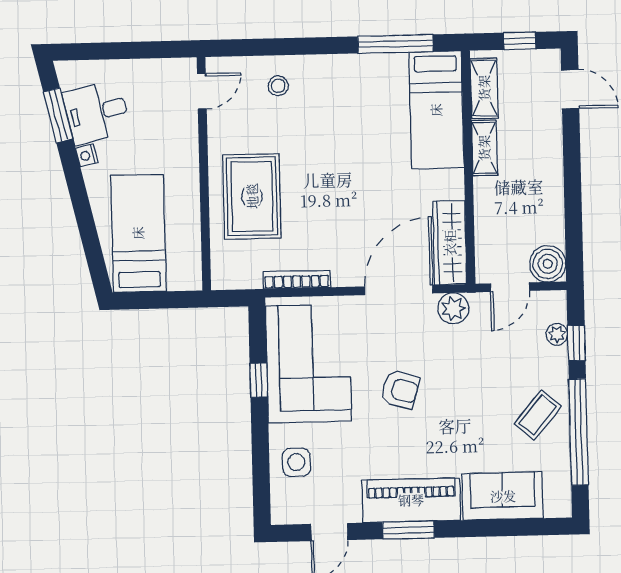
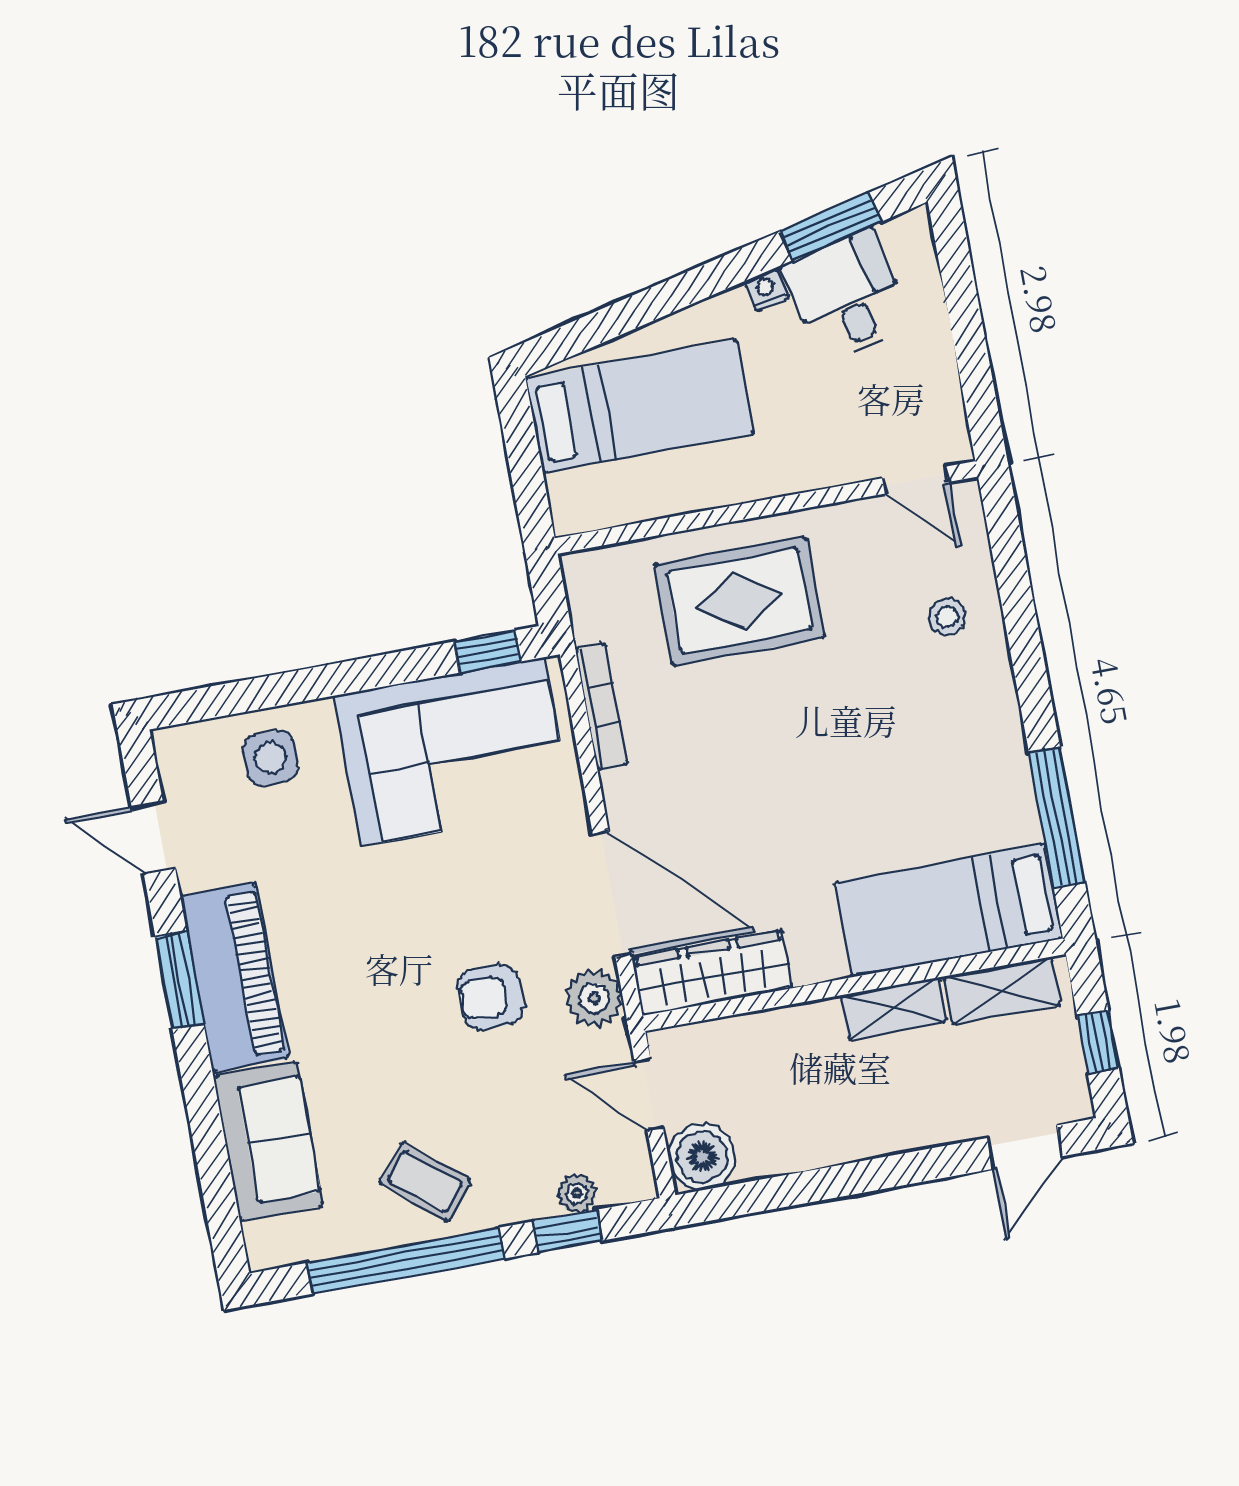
window: (259, 380) -> (488, 651), moved
armchair: (400, 390) -> (491, 997), moved, turned 74

